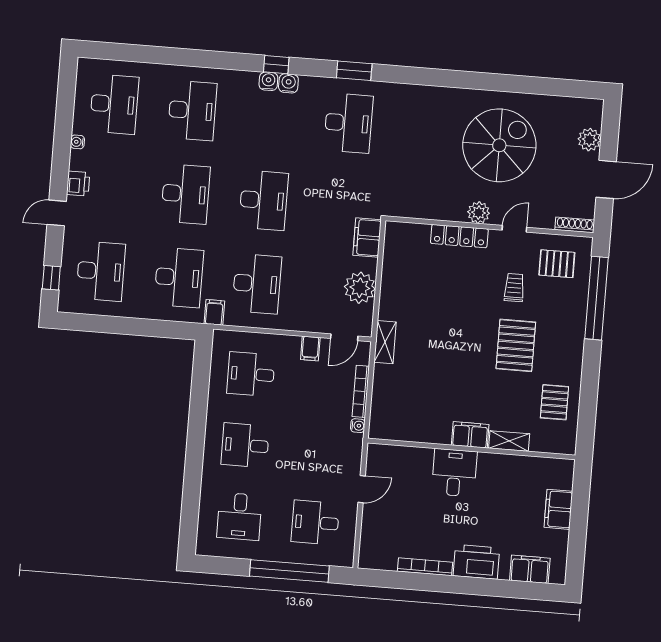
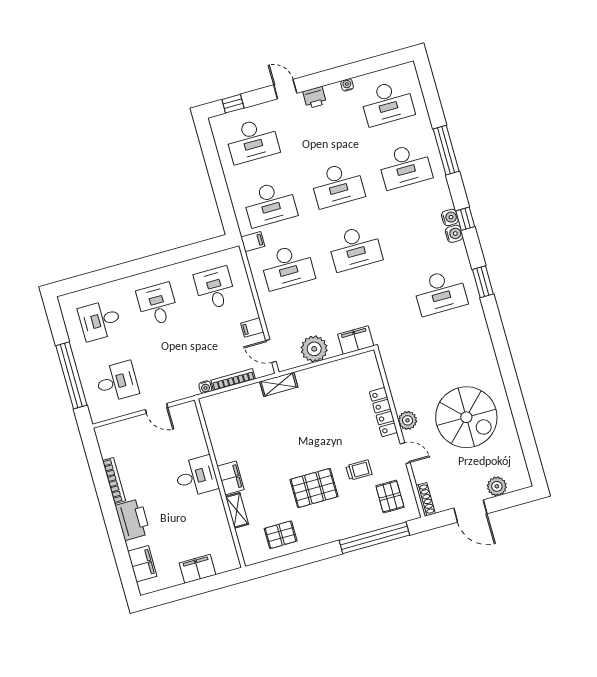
window: (191, 58) -> (446, 150), added
desk: (315, 523) -> (117, 382), turned 90

